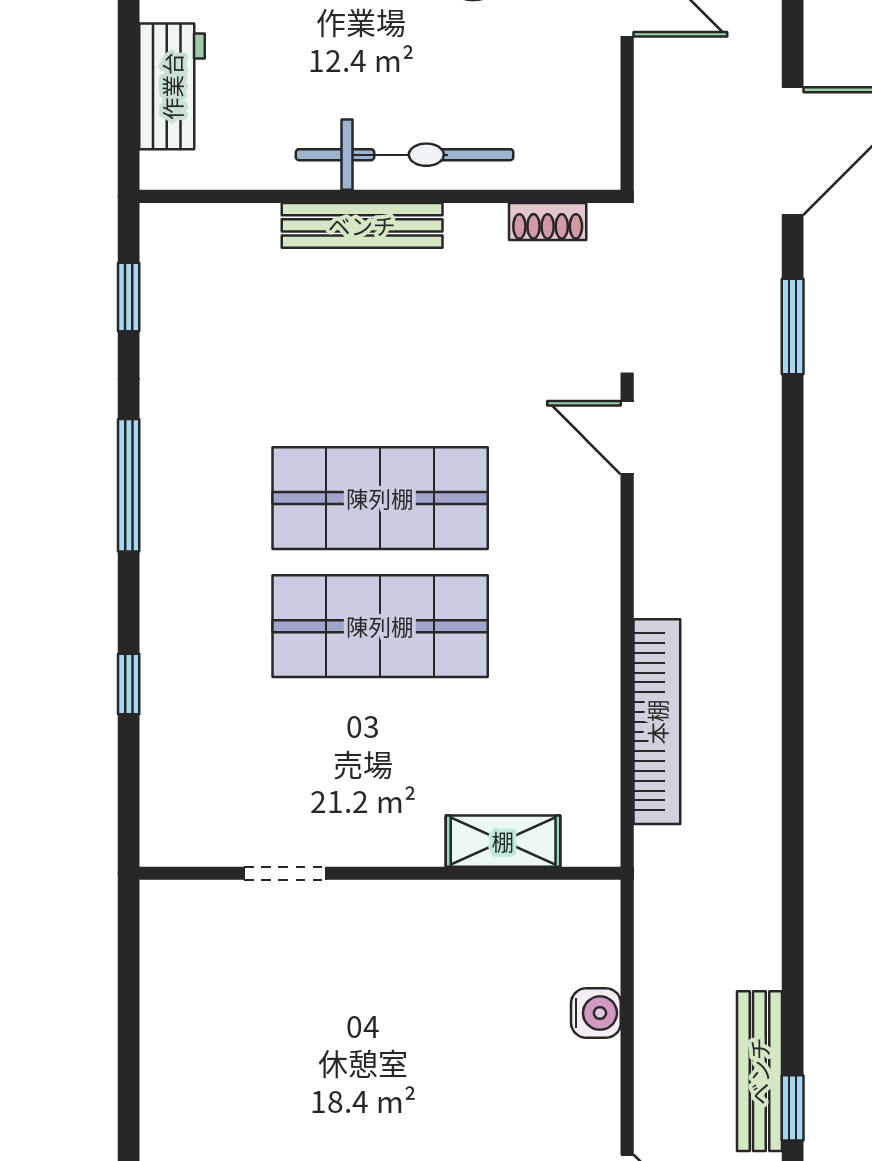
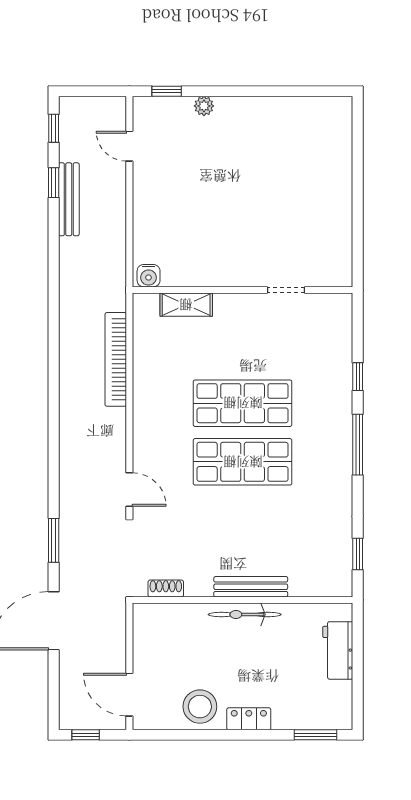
bicycle: (405, 155) -> (245, 614), width x0.73, depth x0.71
window: (129, 485) -> (358, 445), moved
water cooler: (596, 1013) -> (149, 276), moved, turned -90

